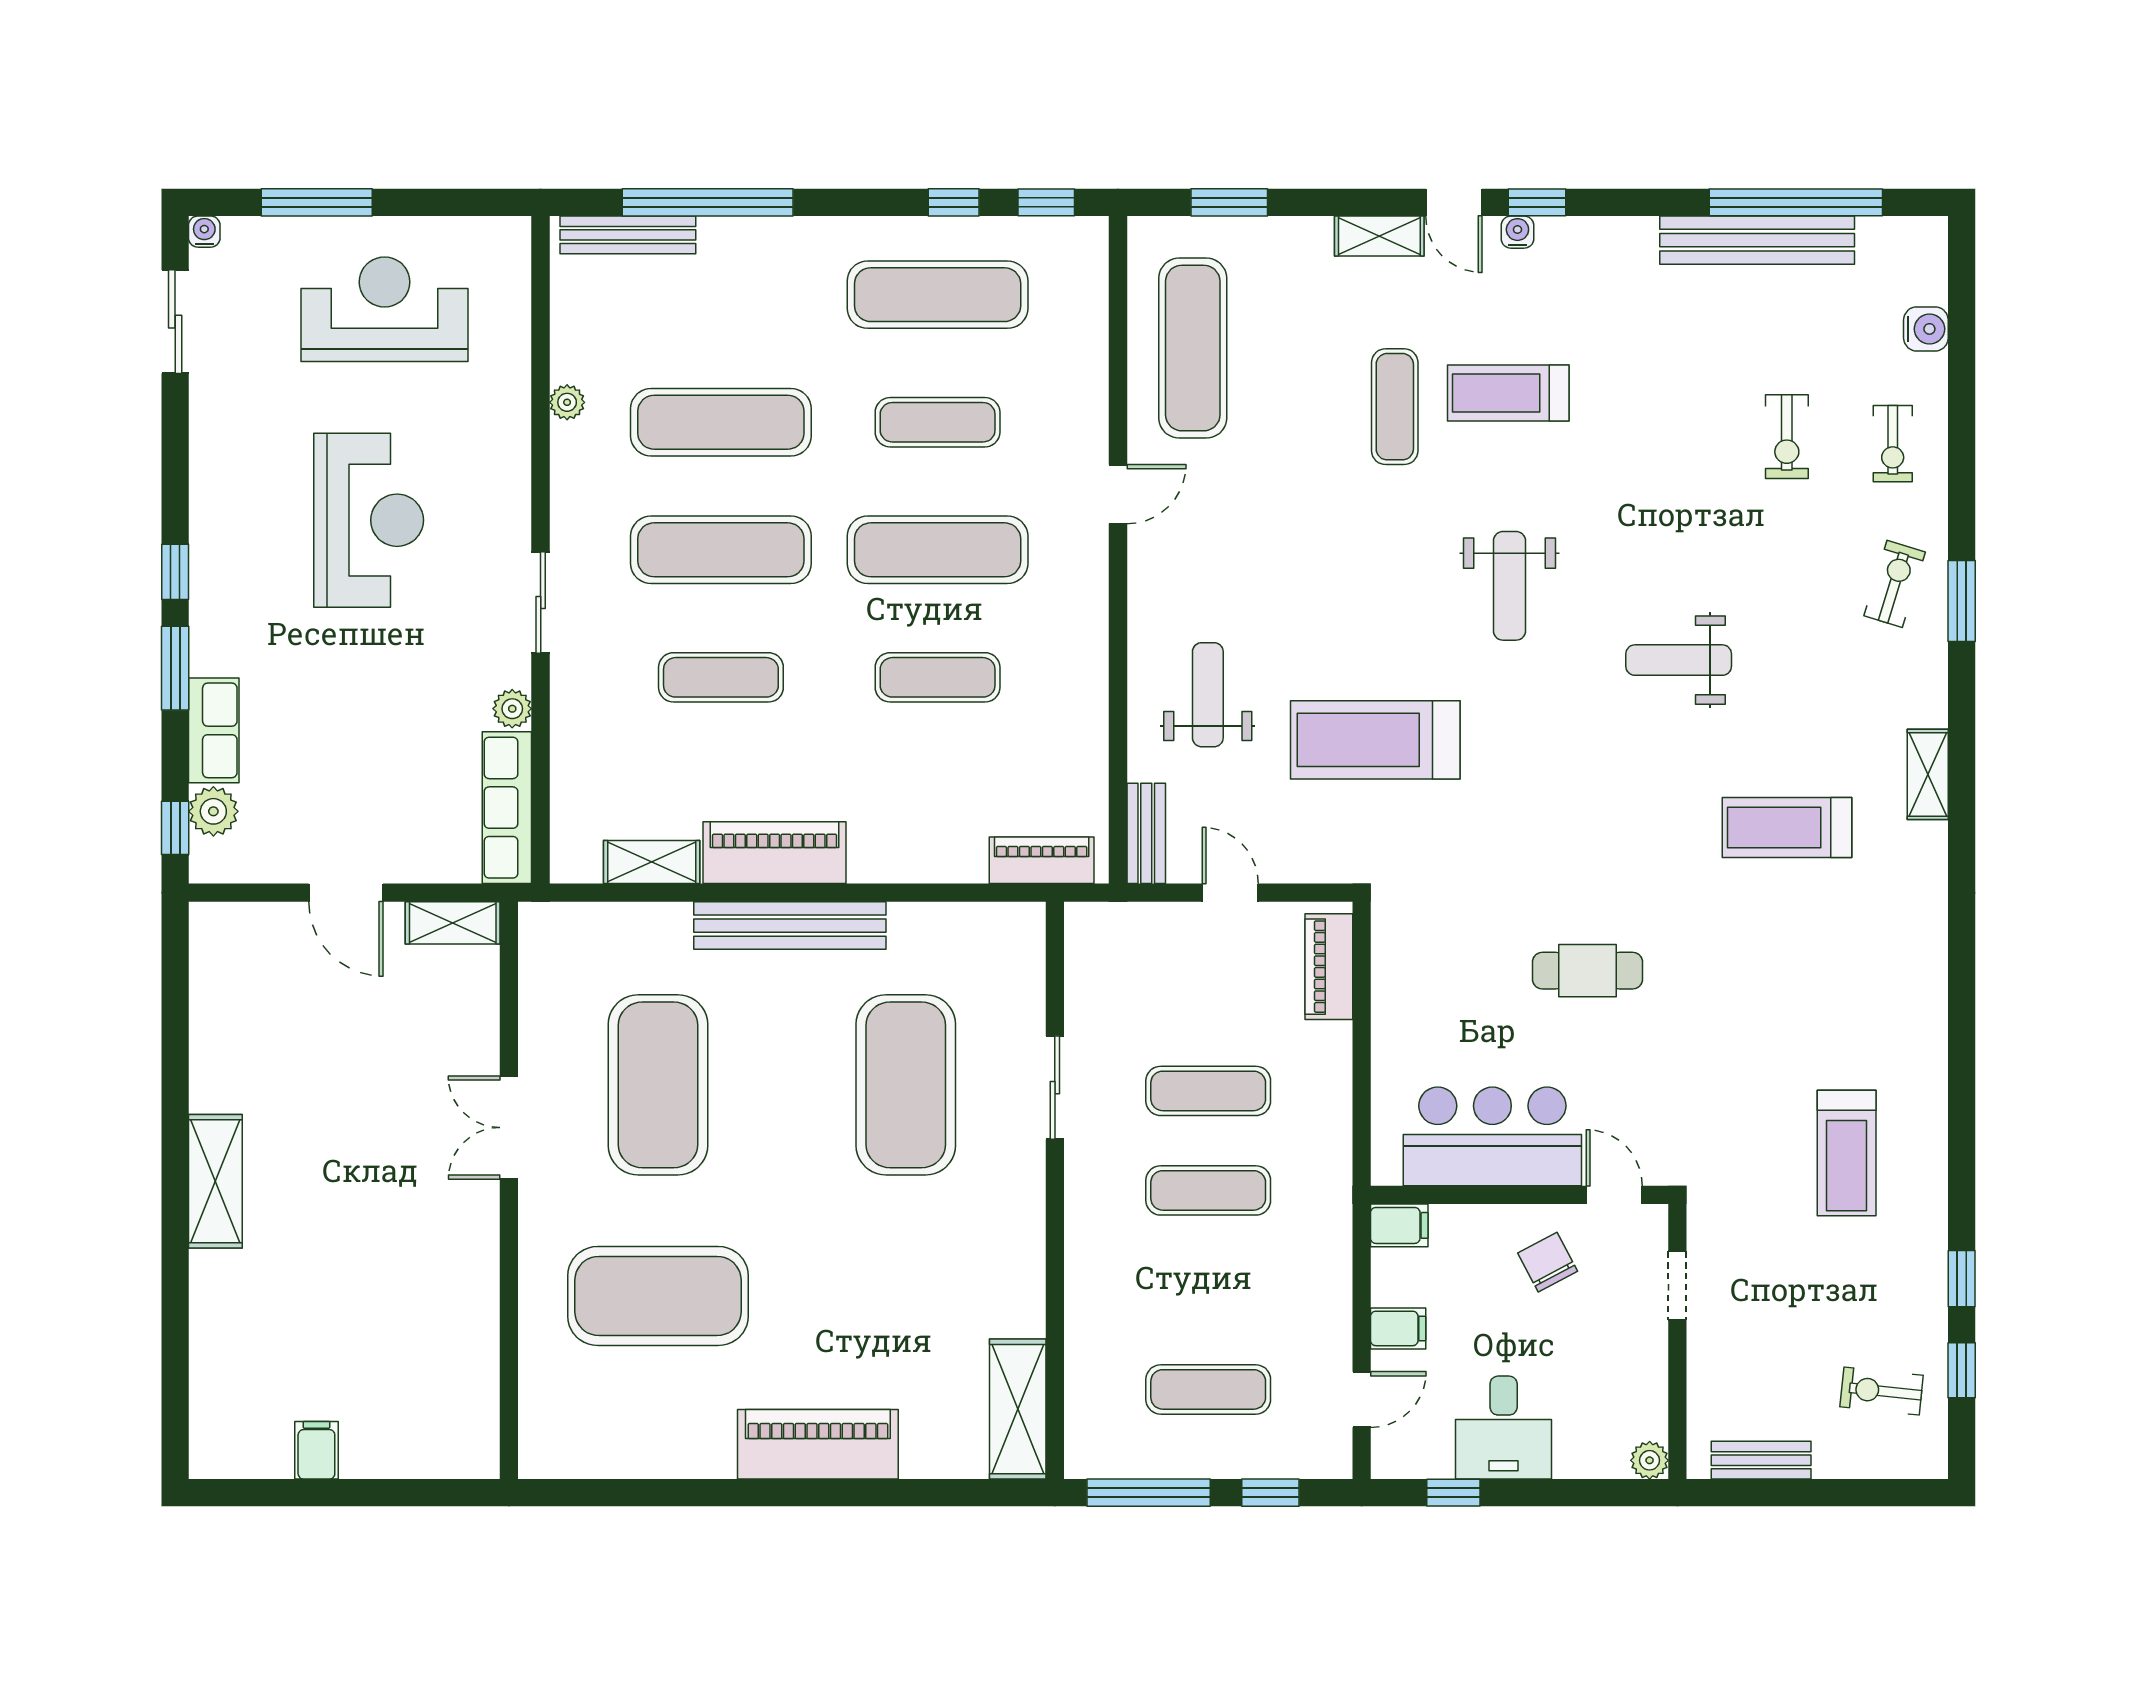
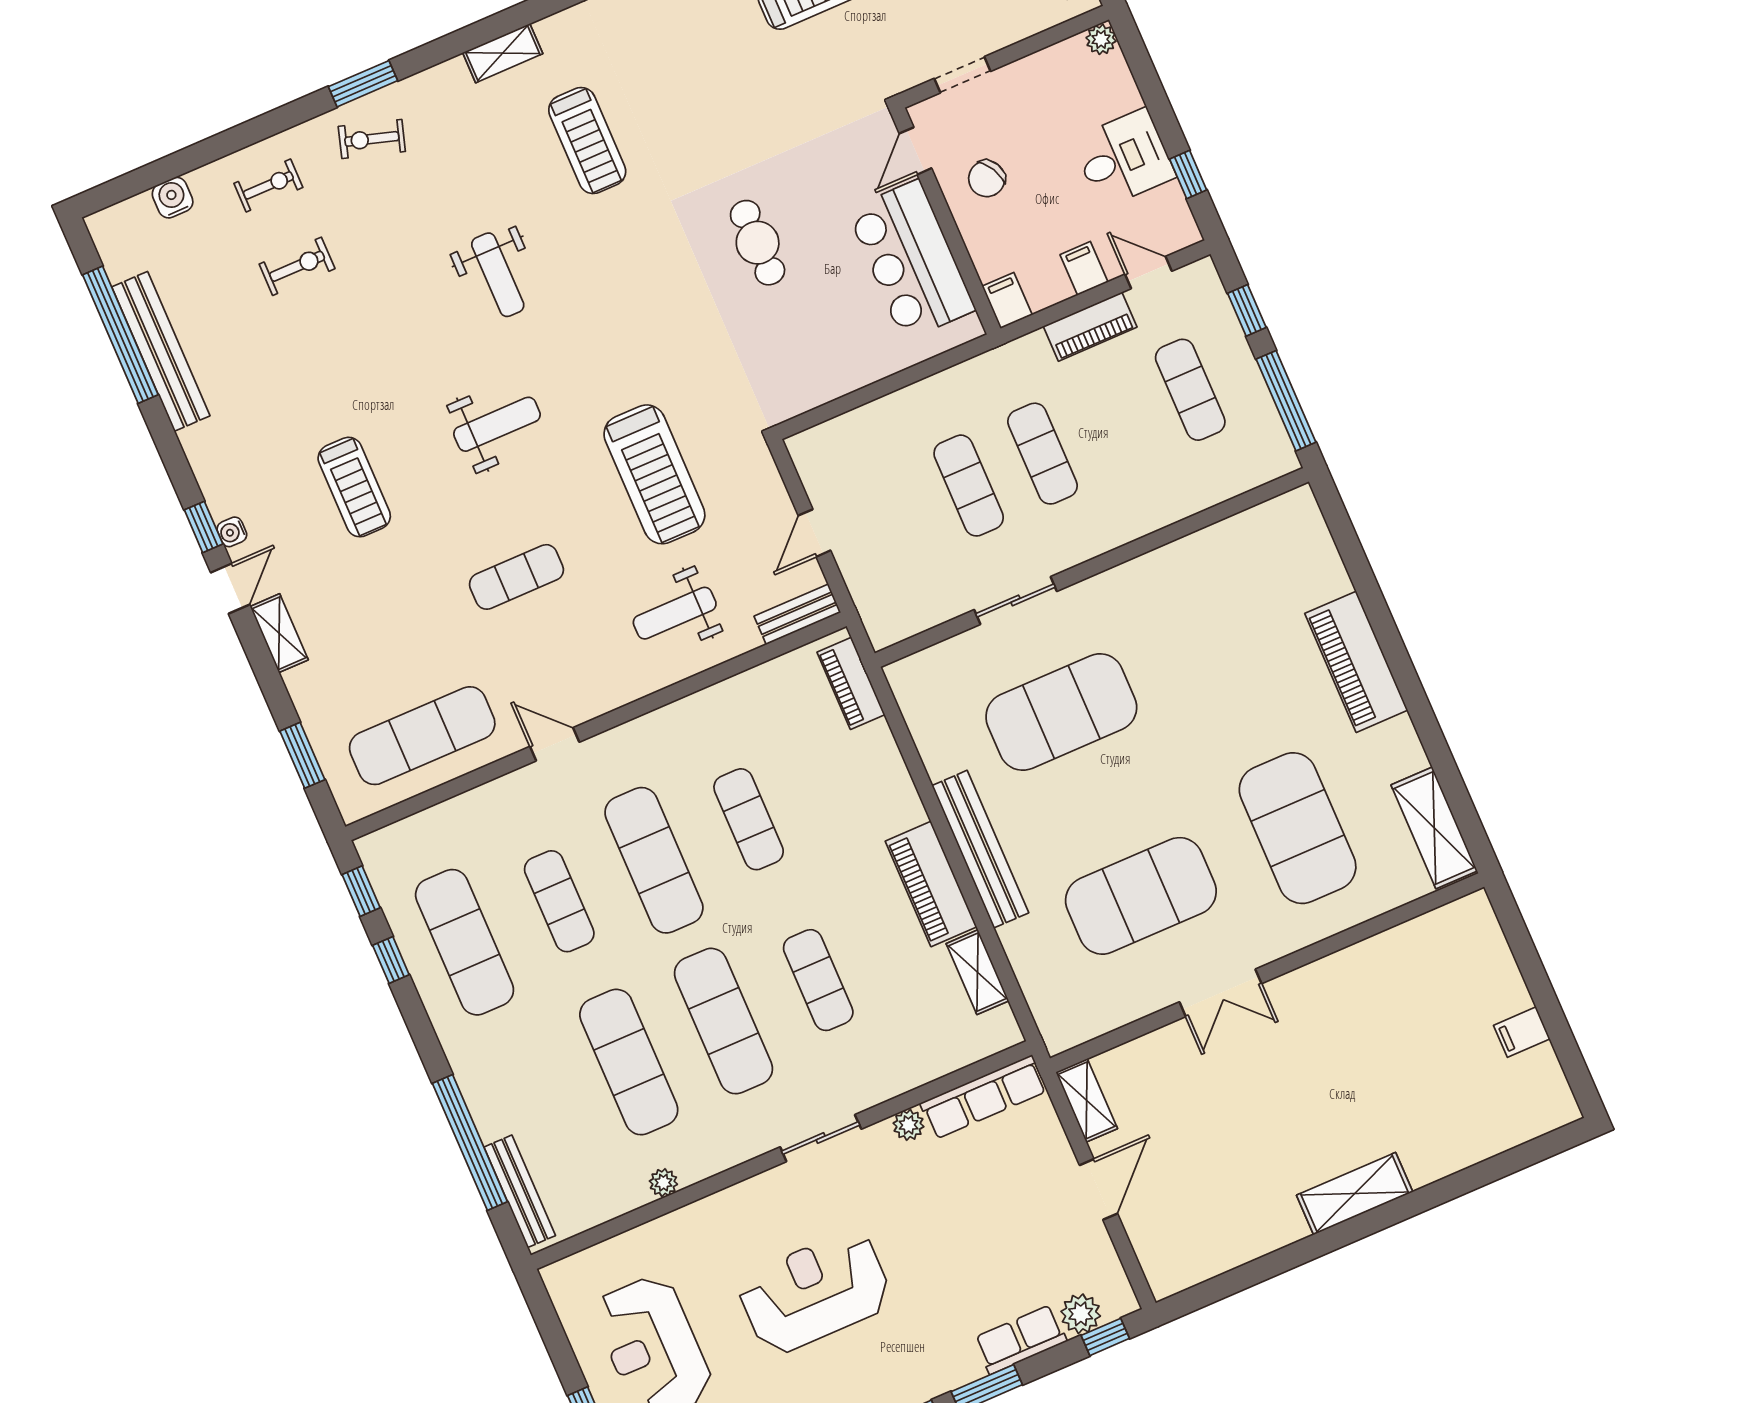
exercise mat: (1395, 407) -> (516, 577), moved
piano: (1329, 967) -> (1090, 327), moved
shelving: (1018, 1409) -> (1434, 828), moved, turned 90

